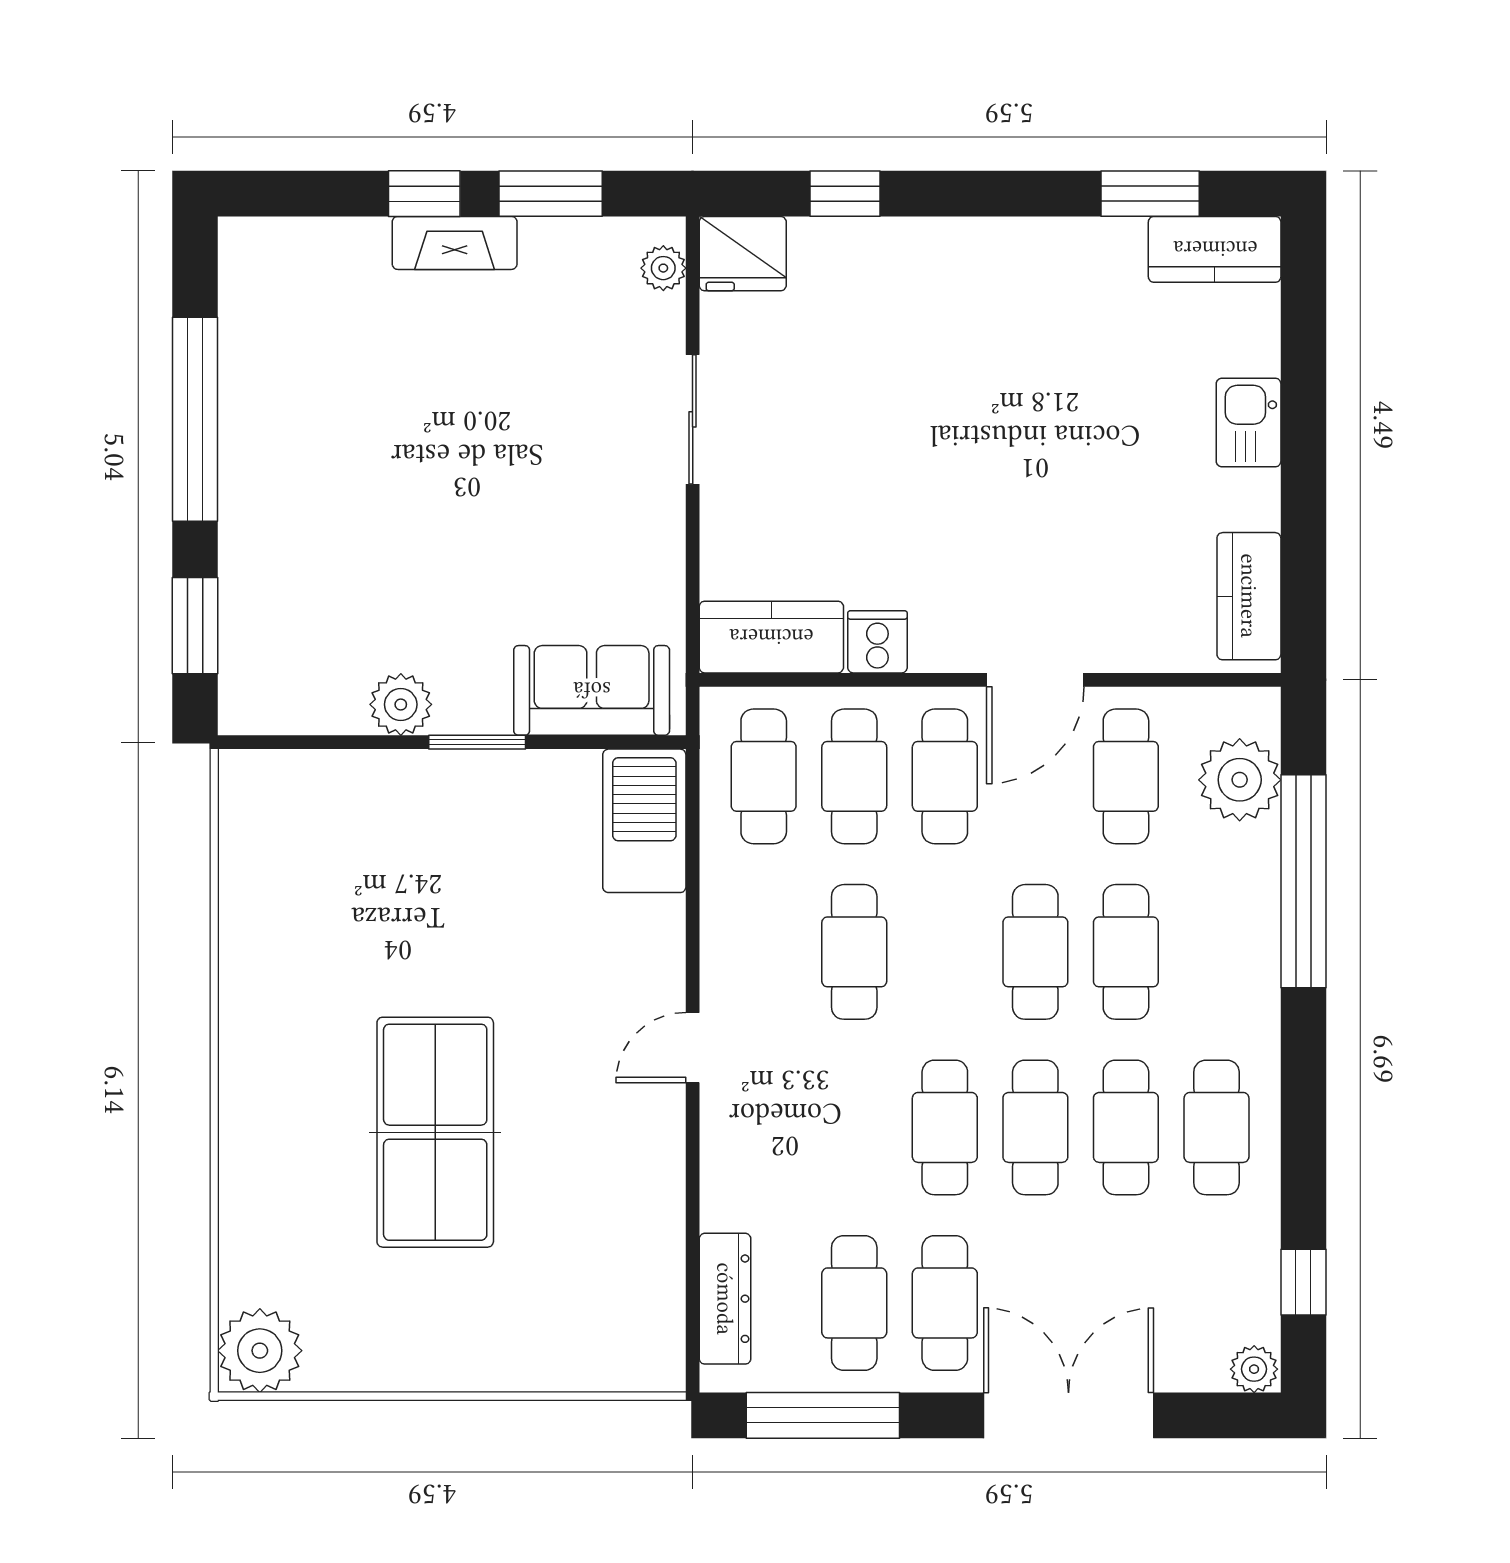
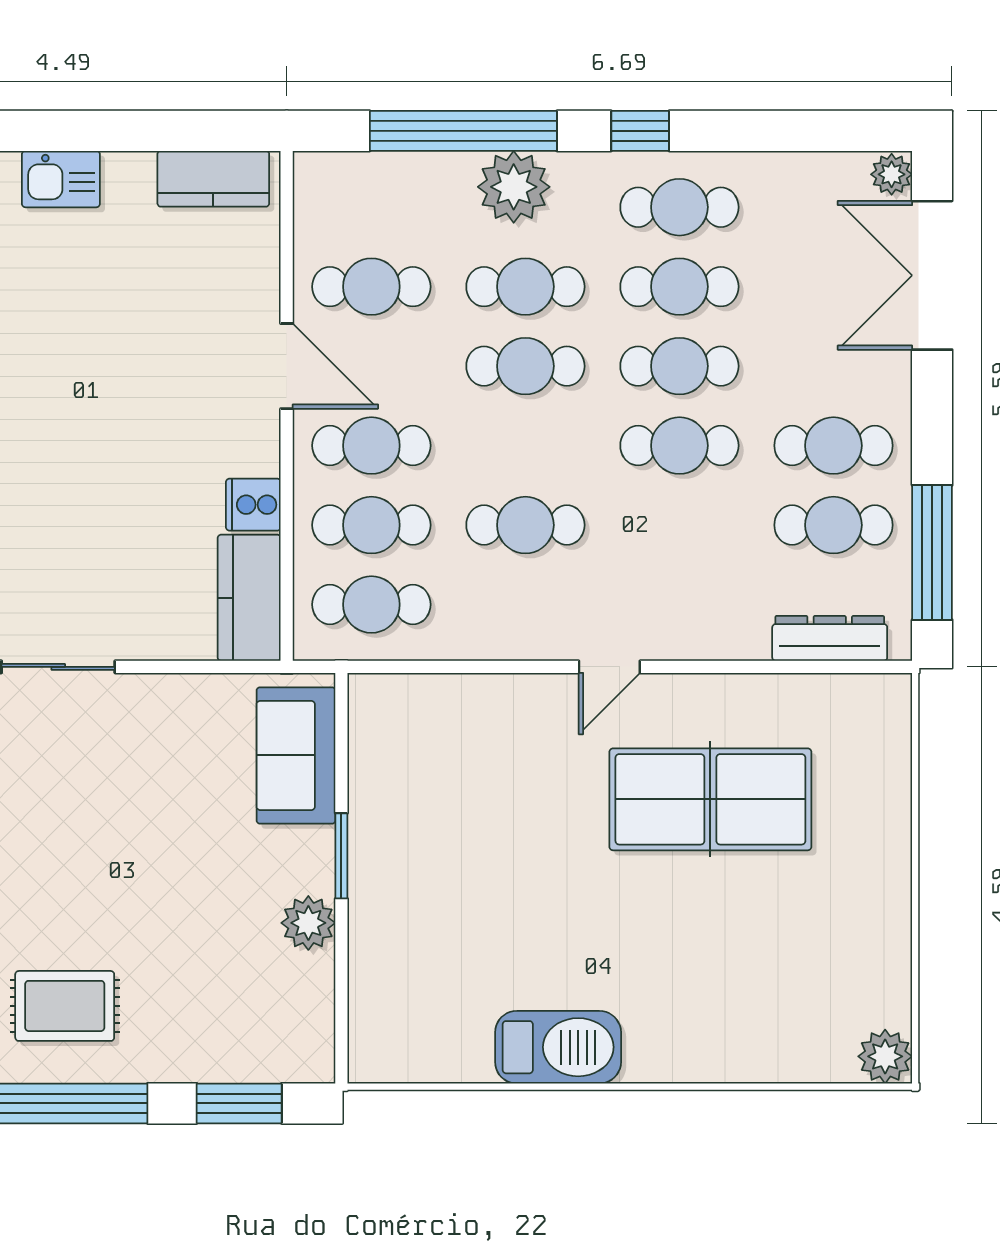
rug: (306, 427) -> (65, 1006), added
plant: (1240, 780) -> (514, 187), moved
barbecue: (644, 821) -> (558, 1047), moved, turned 180
door: (693, 1048) -> (609, 667), hinge flipped
table tennis table: (435, 1132) -> (710, 799), moved
window: (1303, 1282) -> (640, 131), moved
plant: (260, 1351) -> (885, 1056), width x0.73, depth x0.73
double door: (1069, 1415) -> (932, 275), moved

